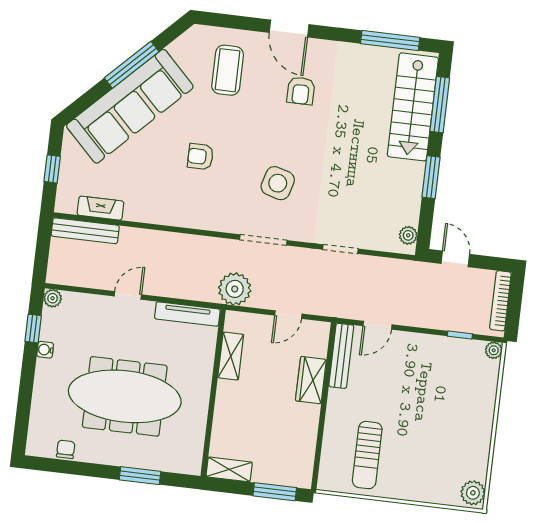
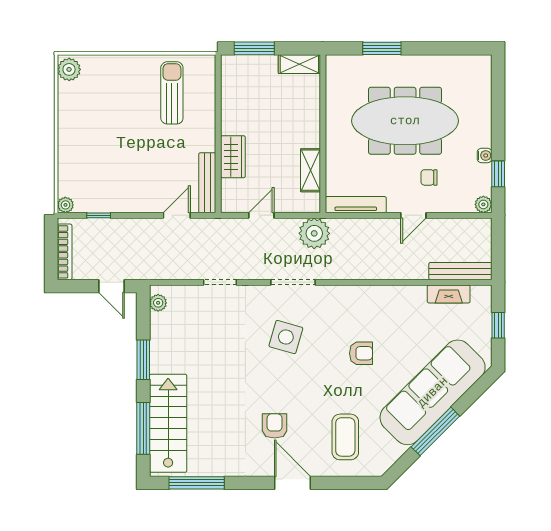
chair: (66, 449) -> (429, 177), moved, turned 90

